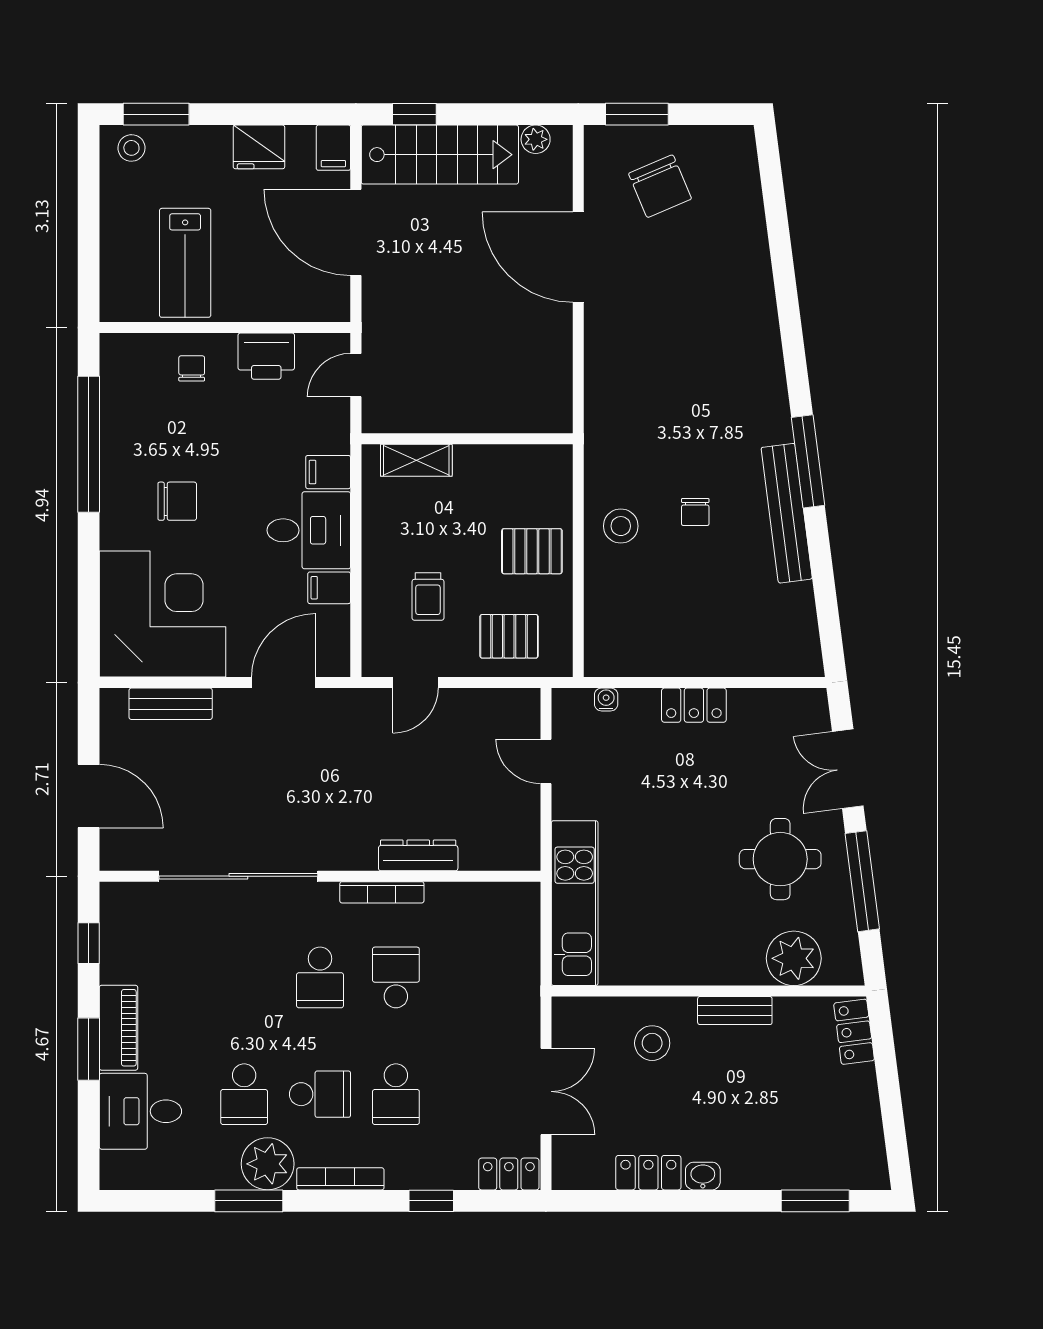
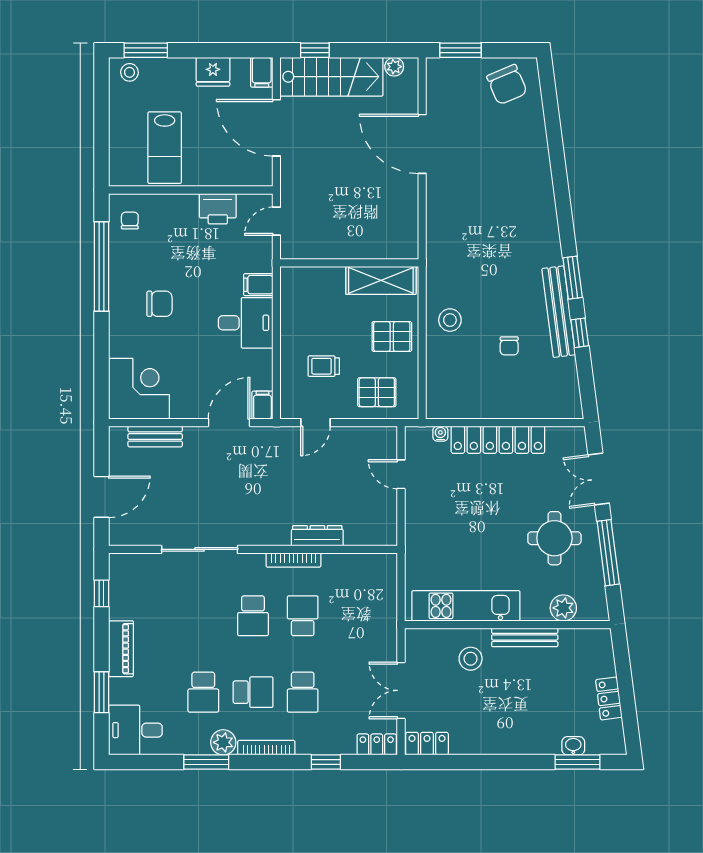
chair: (660, 186) -> (507, 85), moved
chair: (192, 368) -> (130, 221), moved
shelving: (416, 460) -> (381, 280), moved, width x1.50, depth x1.33
window: (808, 461) -> (573, 278), width x0.69
chair: (695, 512) -> (509, 346), moved
window: (819, 546) -> (580, 333), added
filing cabinet: (329, 588) -> (262, 405), moved, turned 90
trolley: (428, 596) -> (324, 366), turned 90
corner desk: (163, 614) -> (139, 389), width x0.74, depth x0.74
locker: (694, 705) -> (498, 440), width x2.16, depth x1.21
door: (89, 796) -> (101, 497), hinge flipped
sliding door: (238, 876) -> (200, 549), width x0.73
kitchen unit: (575, 903) -> (466, 606), moved, turned -90
plant: (794, 958) -> (563, 608), width x0.73, depth x0.73
bench: (735, 1011) -> (525, 637), width x1.36
locker: (854, 1032) -> (609, 698), moved
window: (89, 1049) -> (101, 692), moved
double door: (546, 1091) -> (401, 690), swing flipped
desk: (140, 1111) -> (135, 730), moved
plant: (268, 1164) -> (223, 742), width x0.73, depth x0.73
locker: (648, 1173) -> (427, 744), moved
washbasin: (703, 1176) -> (573, 746), moved

